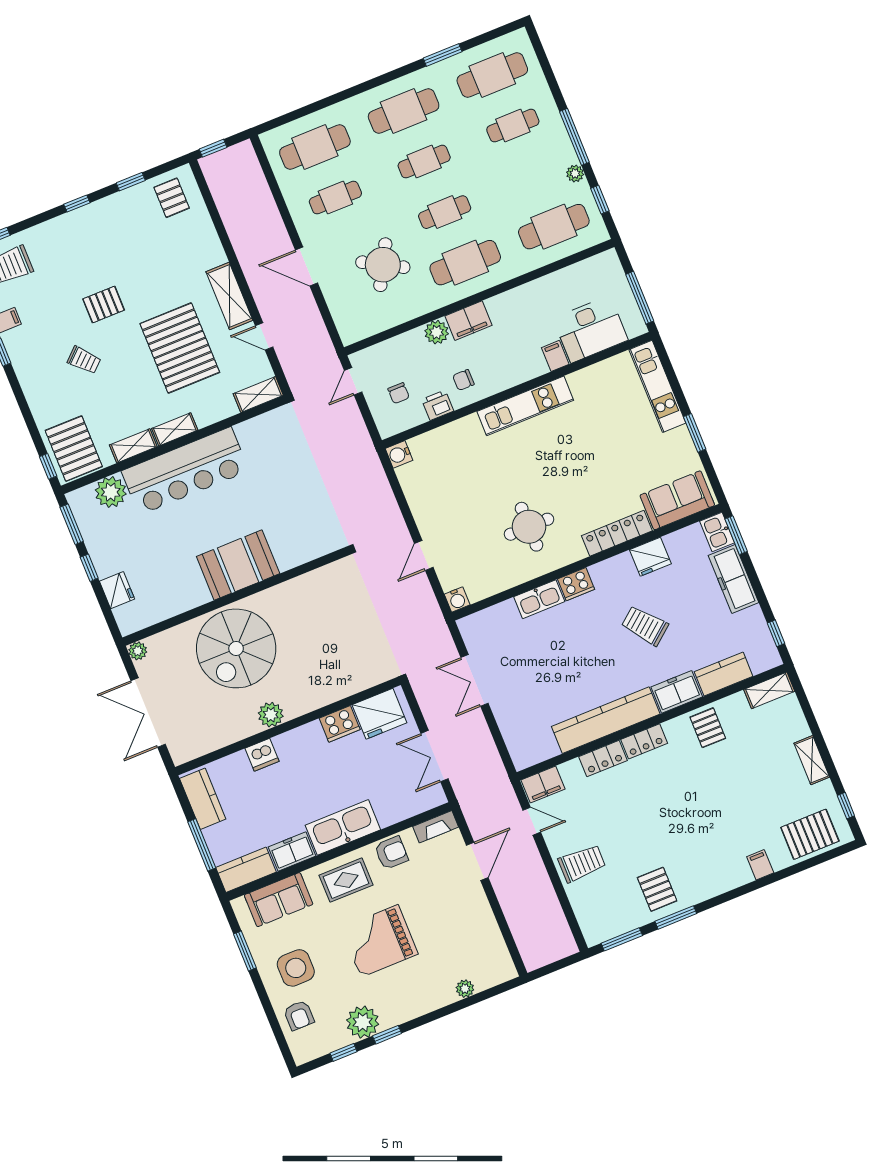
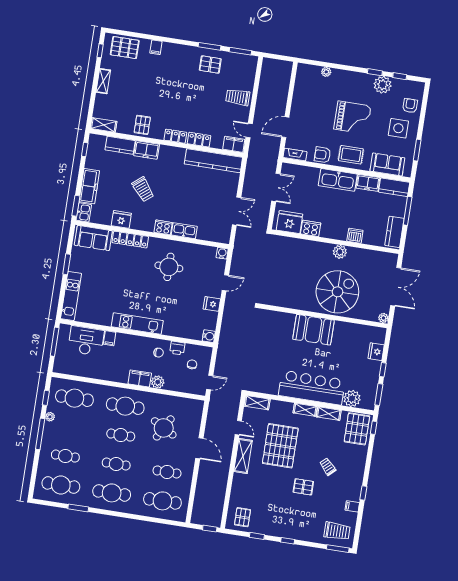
fridge: (425, 509) -> (212, 304), added
kitchen counter: (606, 720) -> (213, 161), moved
pallet: (657, 889) -> (210, 64), turned 90

